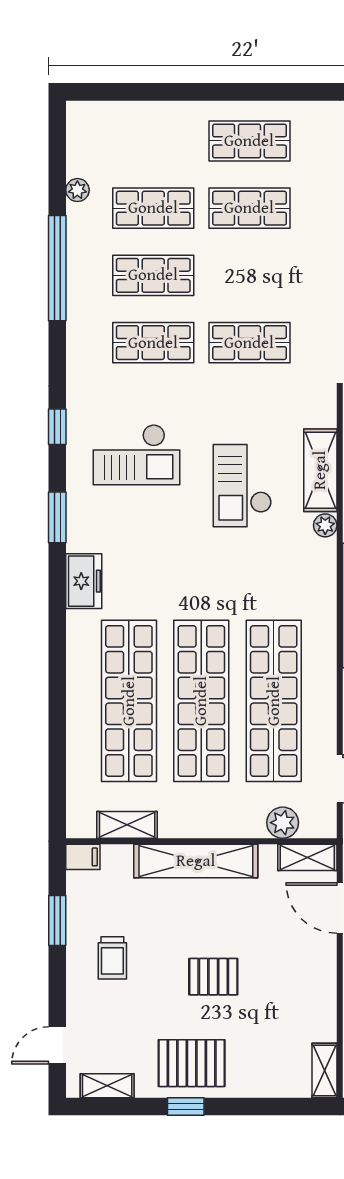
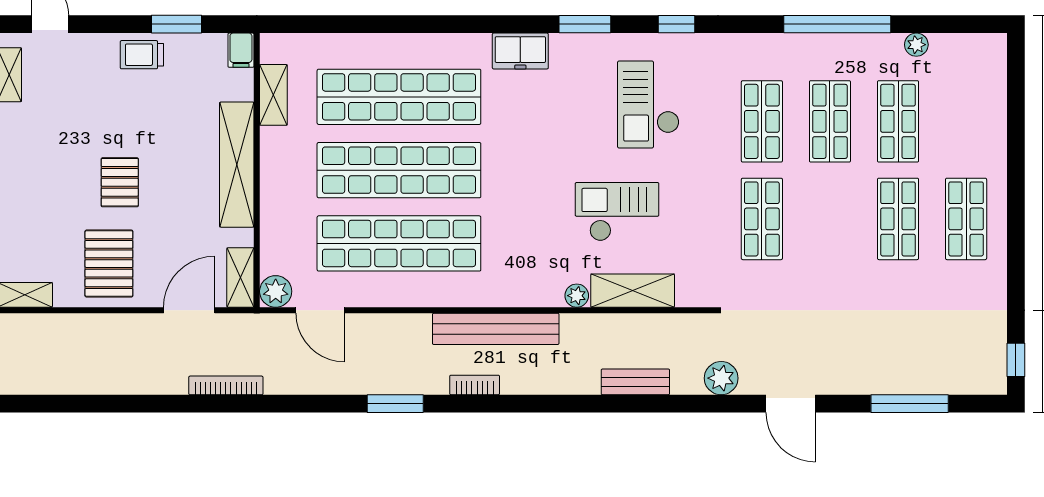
plant: (283, 823) -> (276, 291), moved
trolley: (112, 958) -> (142, 55), moved
pallet: (192, 1063) -> (109, 264), moved

